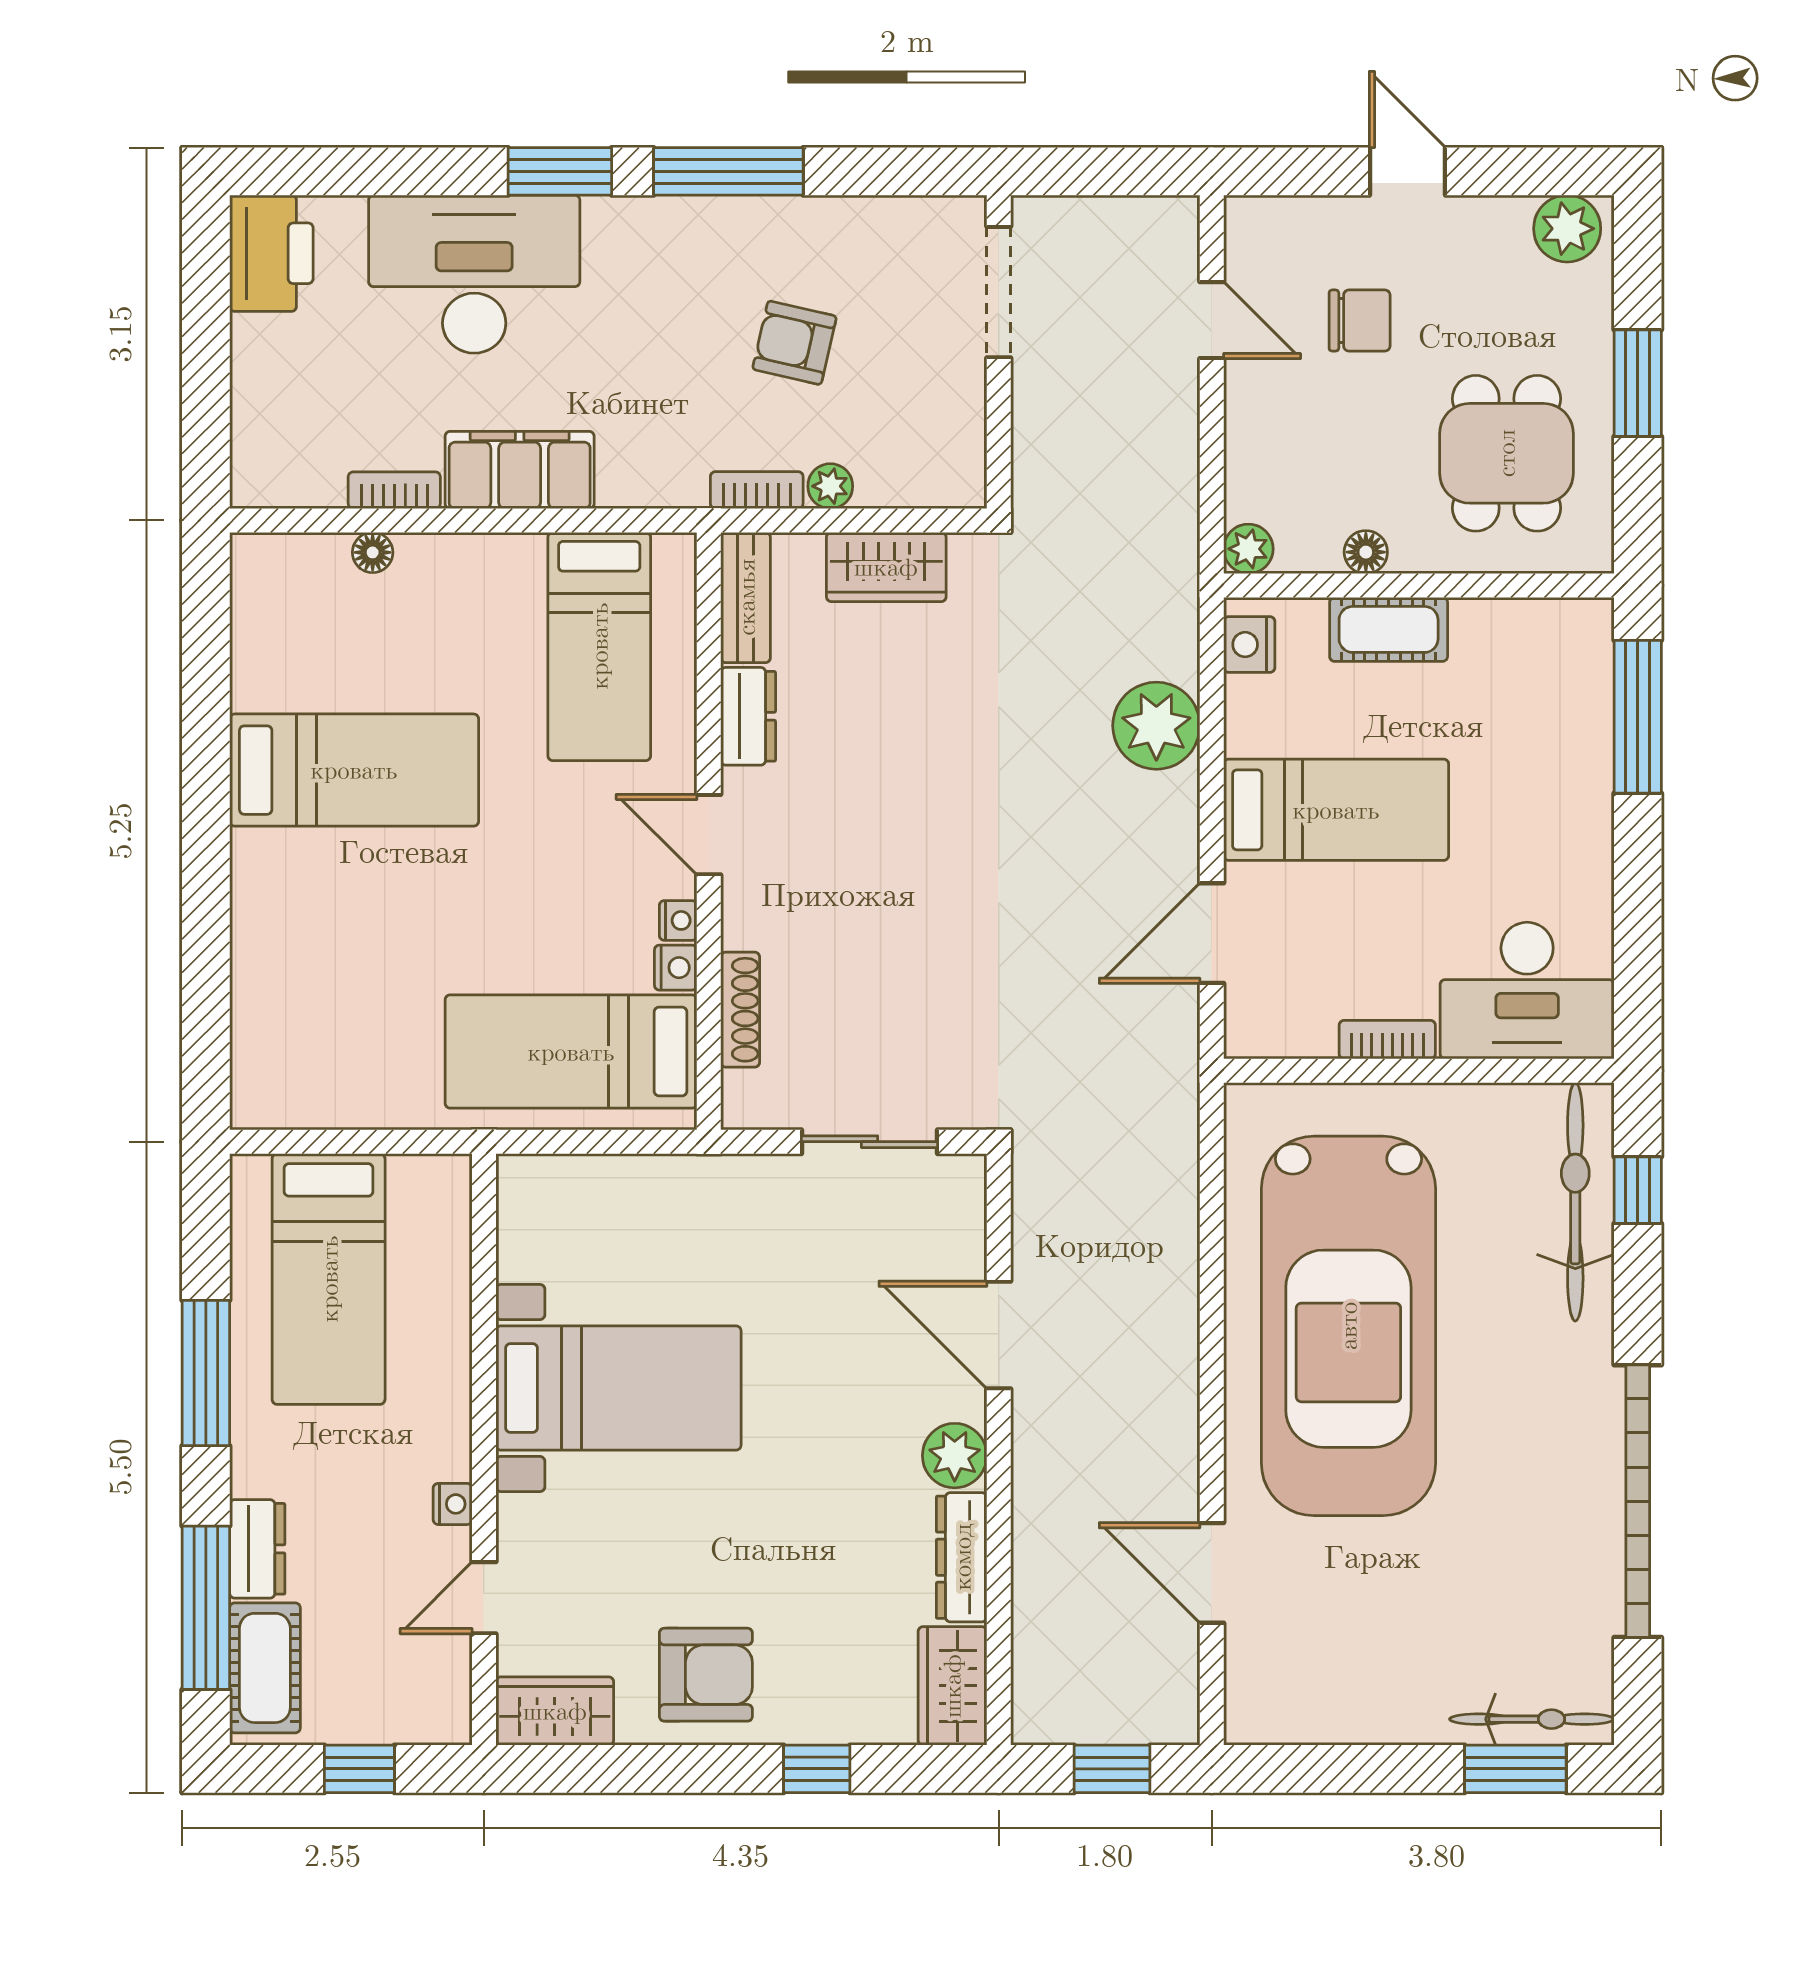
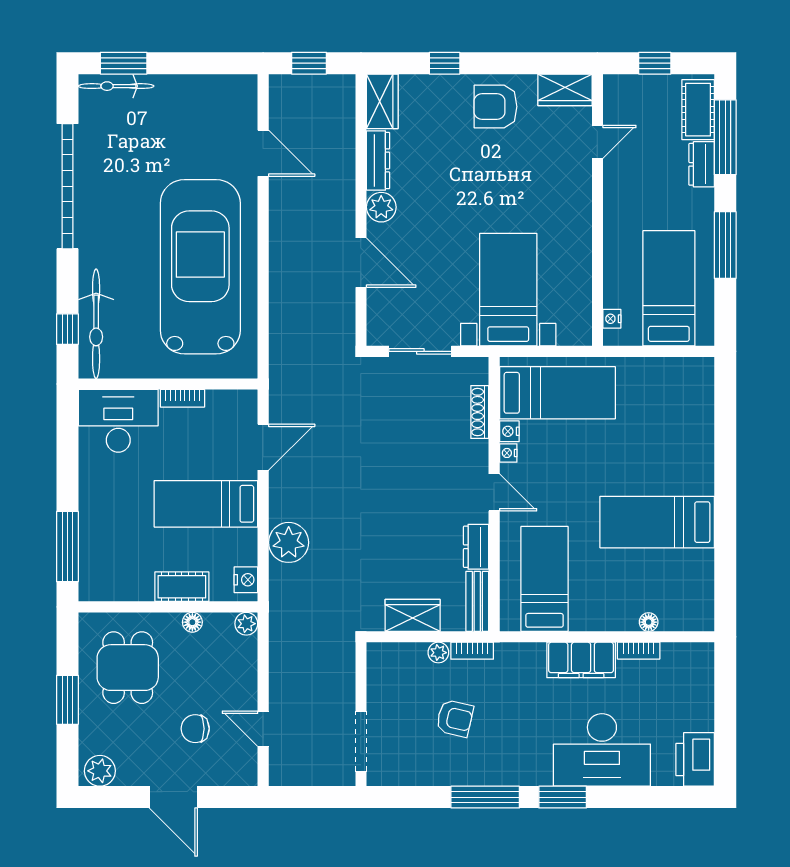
door: (1407, 171) -> (173, 797), width x1.38
bed with nightstands: (618, 1388) -> (508, 290), moved, turned 90
nightstand: (453, 1504) -> (612, 319), moved

